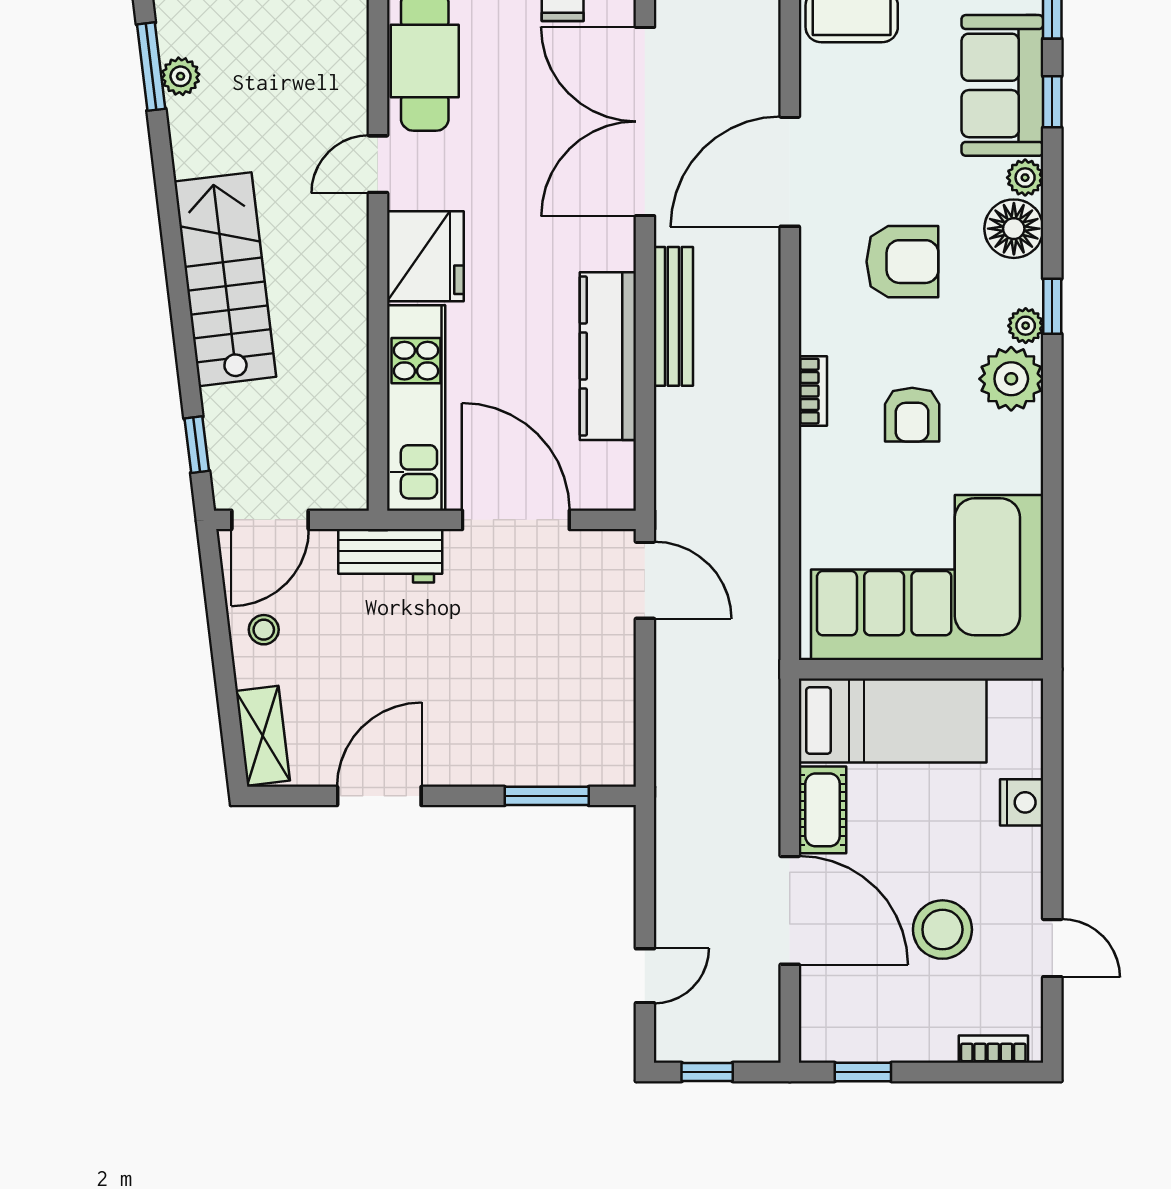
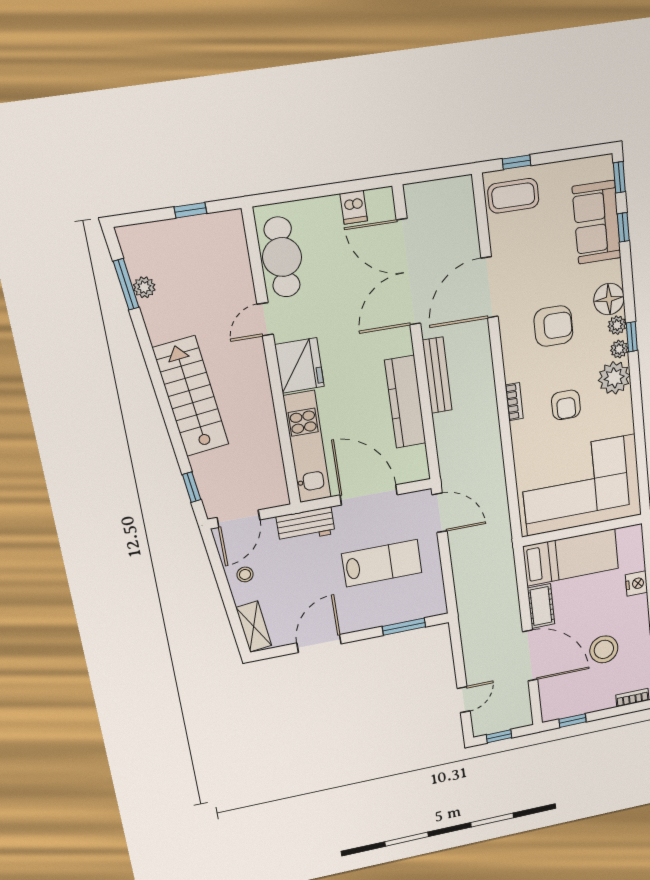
plant: (1025, 178) -> (617, 325), moved
lab bench: (522, 659) -> (382, 563), added

